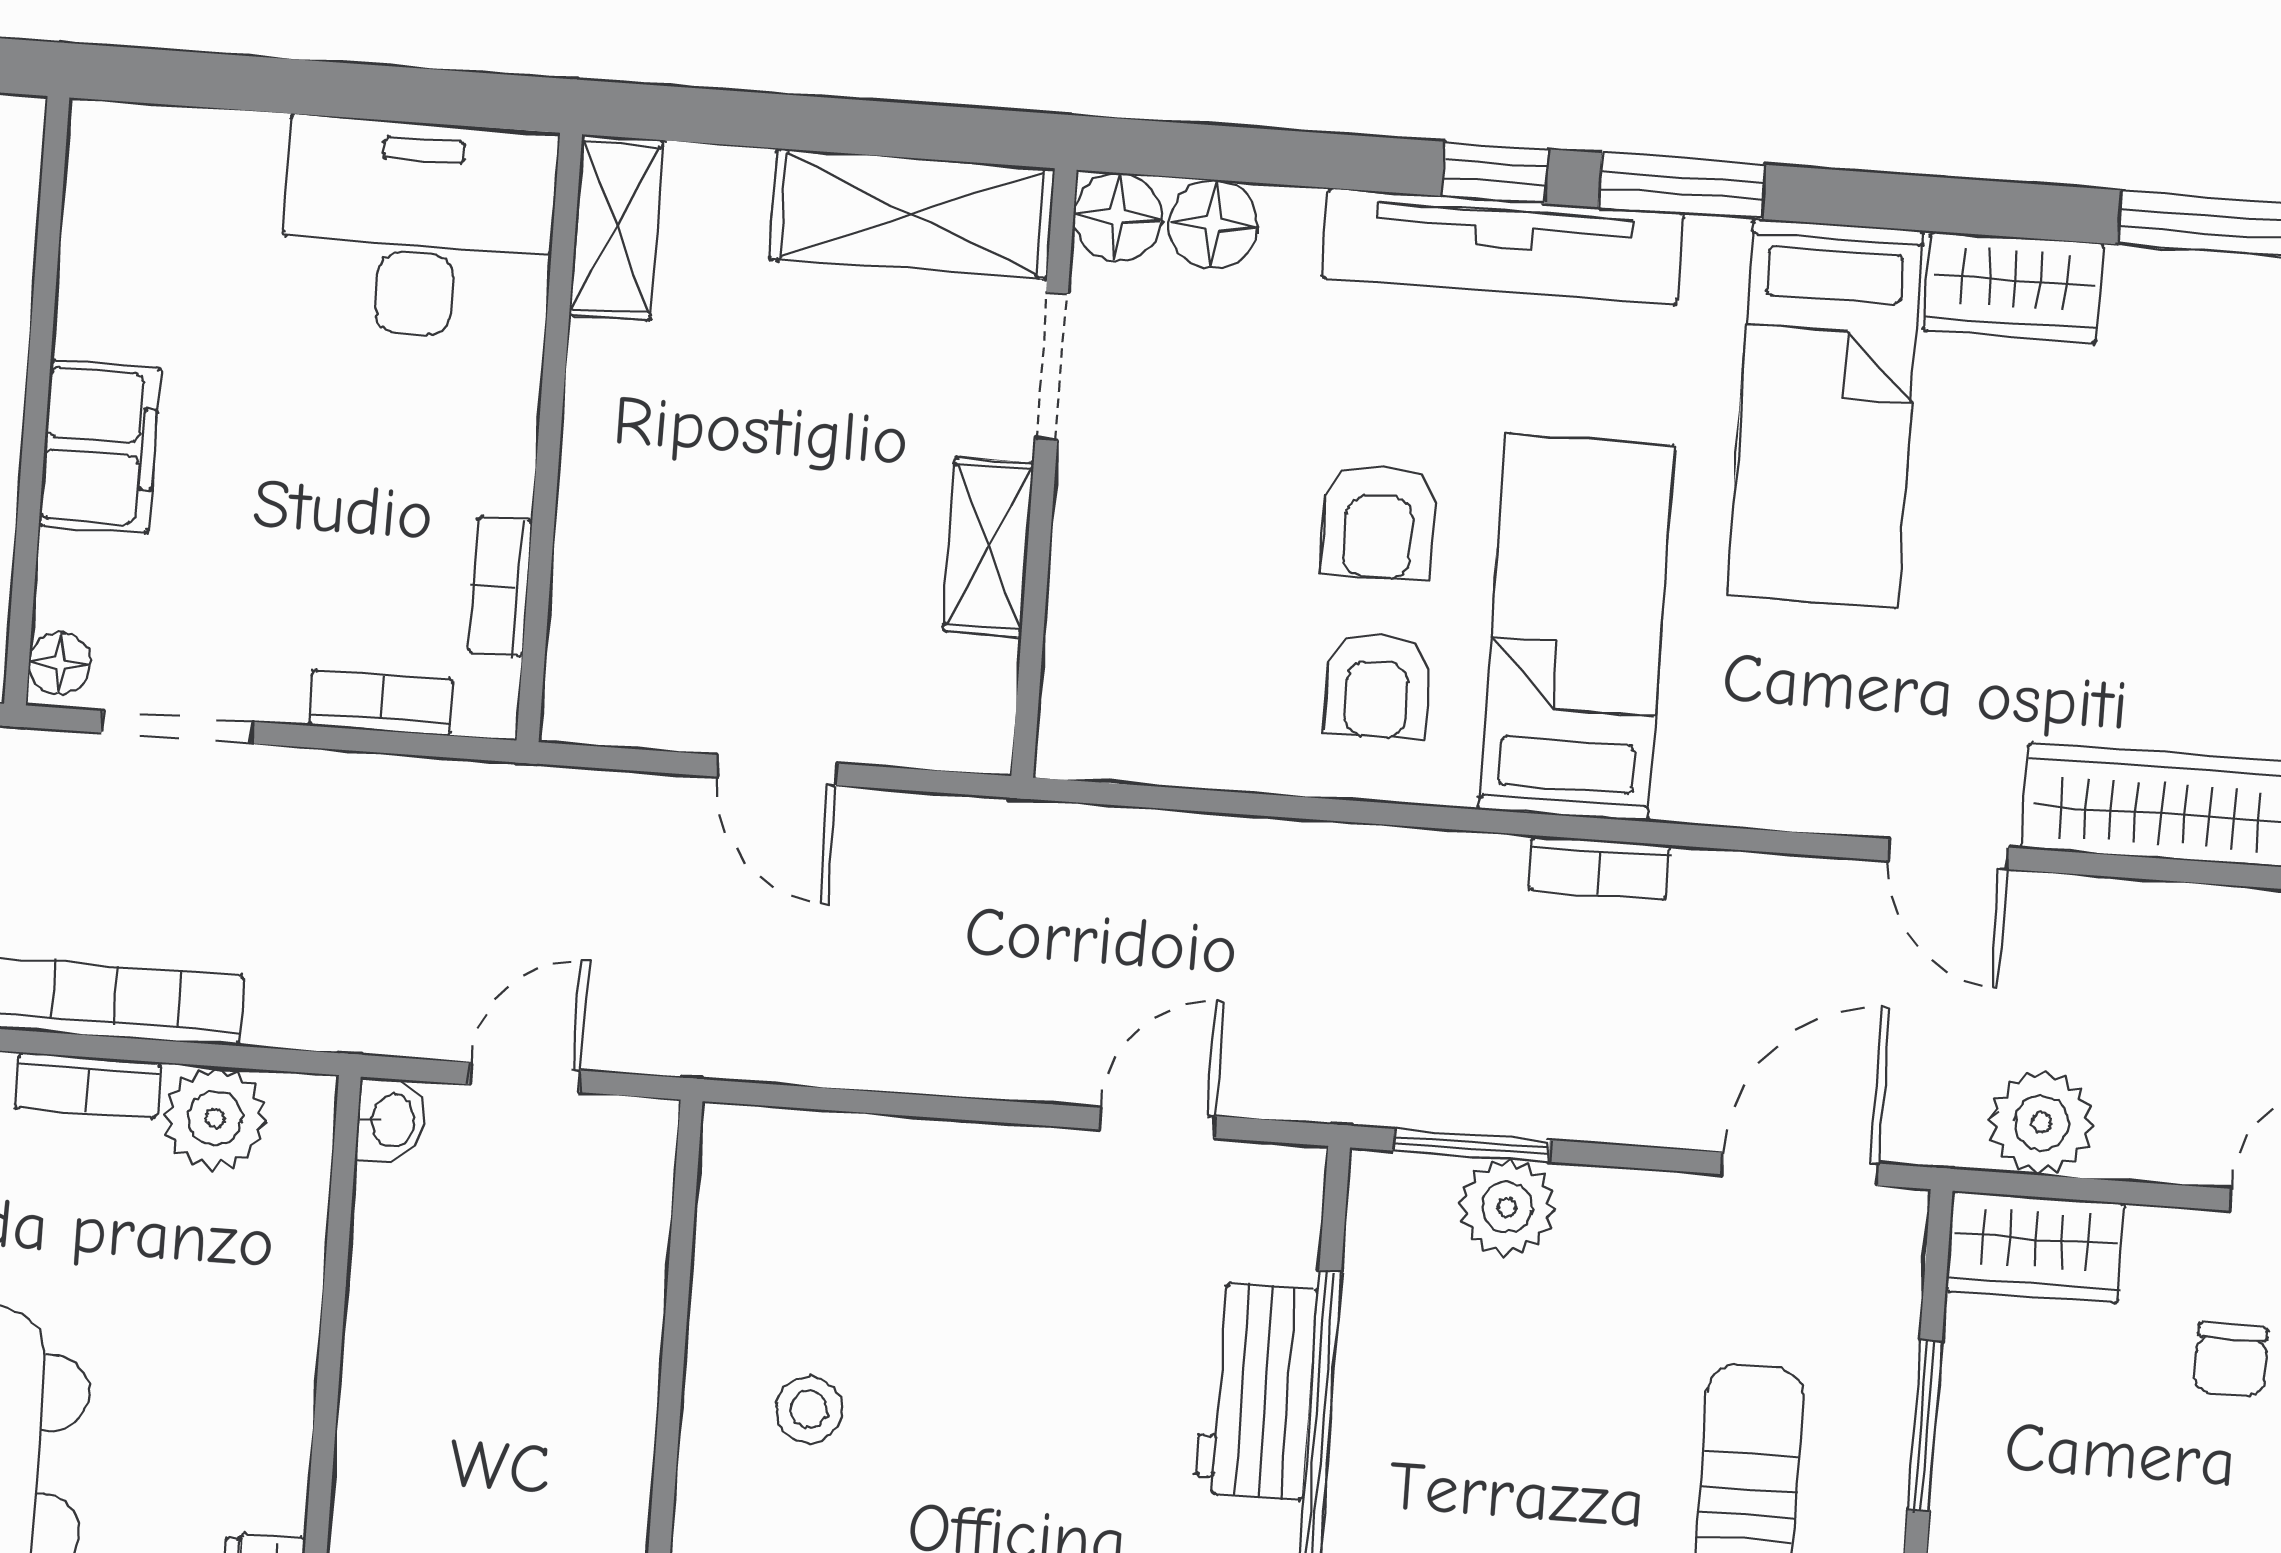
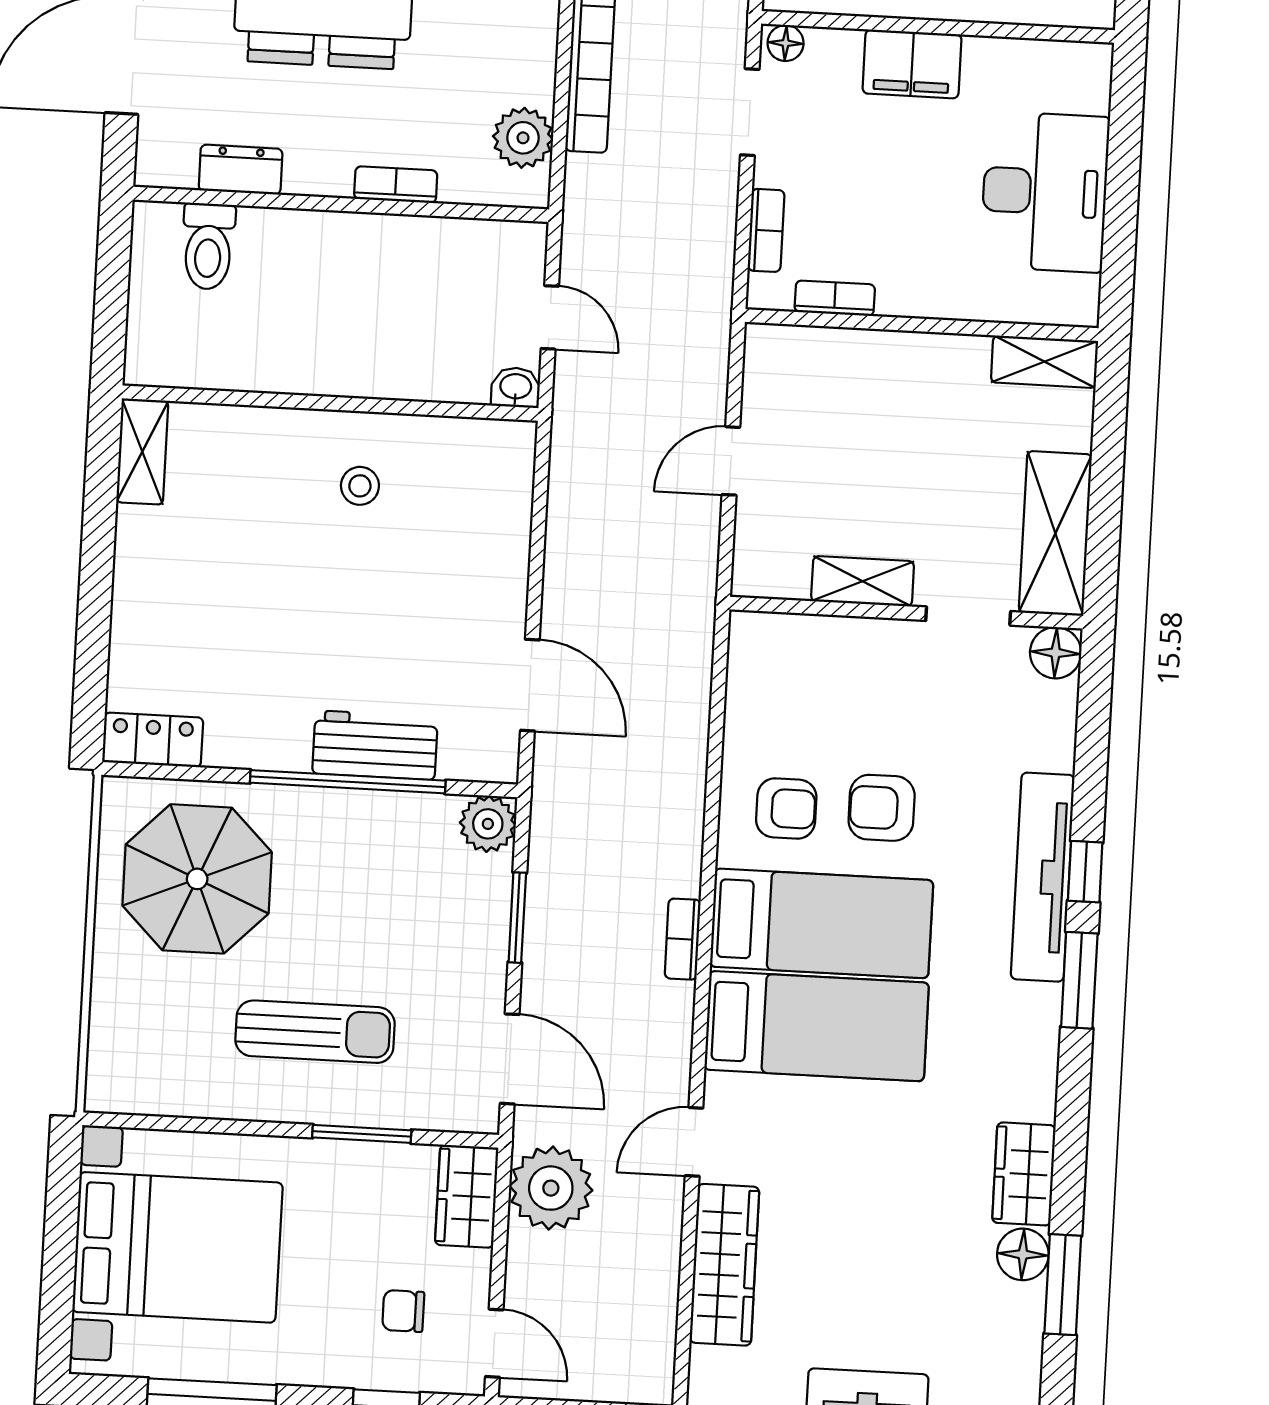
floor lamp: (1213, 224) -> (1023, 1254), moved
desk: (419, 228) -> (1045, 192), moved
bed: (1825, 413) -> (817, 1026), moved, turned 180
armchair: (1377, 685) -> (786, 809), turned 180
bookcase: (87, 1085) -> (396, 185), moved, turned 90
washbasin: (391, 1120) -> (516, 387), moved, turned 180
plant: (2041, 1122) -> (551, 1188), width x1.36, depth x1.36
door: (1157, 1123) -> (530, 685), width x1.38
window: (1472, 1145) -> (517, 918), moved
plant: (1507, 1207) -> (488, 824), moved

